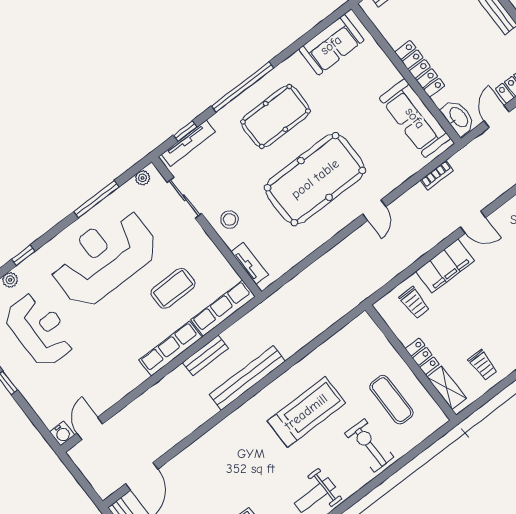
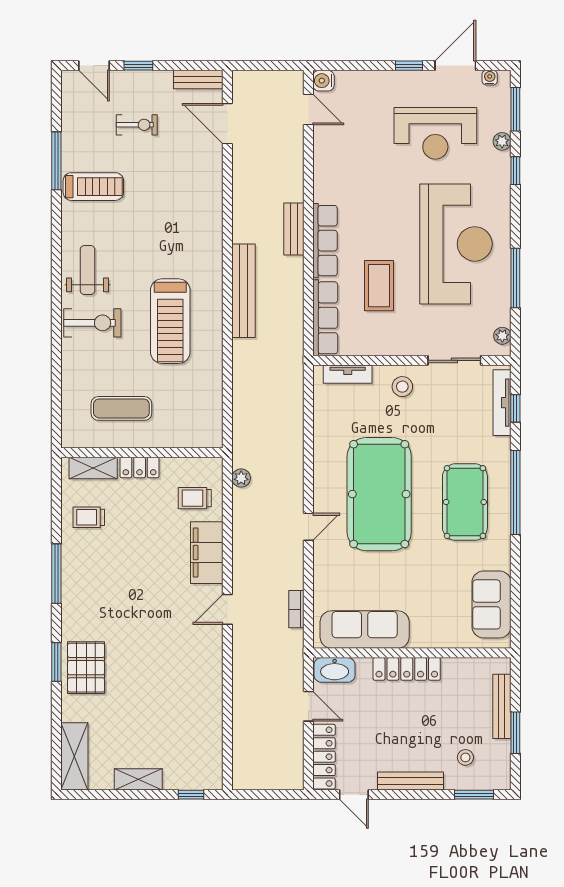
door: (374, 210) -> (308, 527), swing flipped
plant: (376, 282) -> (241, 478), added
bench: (205, 355) -> (294, 229), moved
exercise bike: (369, 445) -> (92, 323), moved

